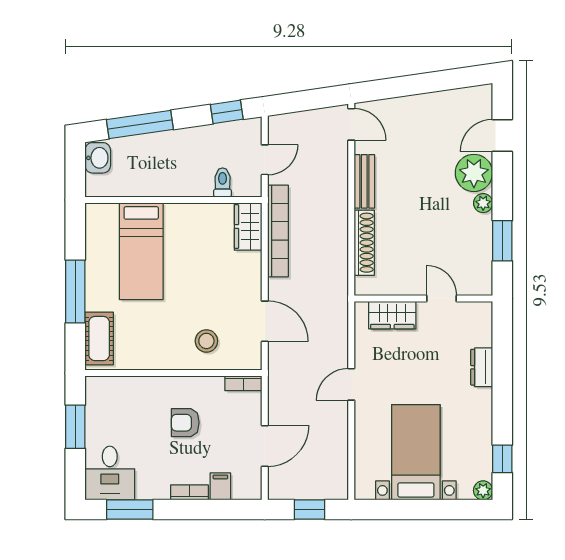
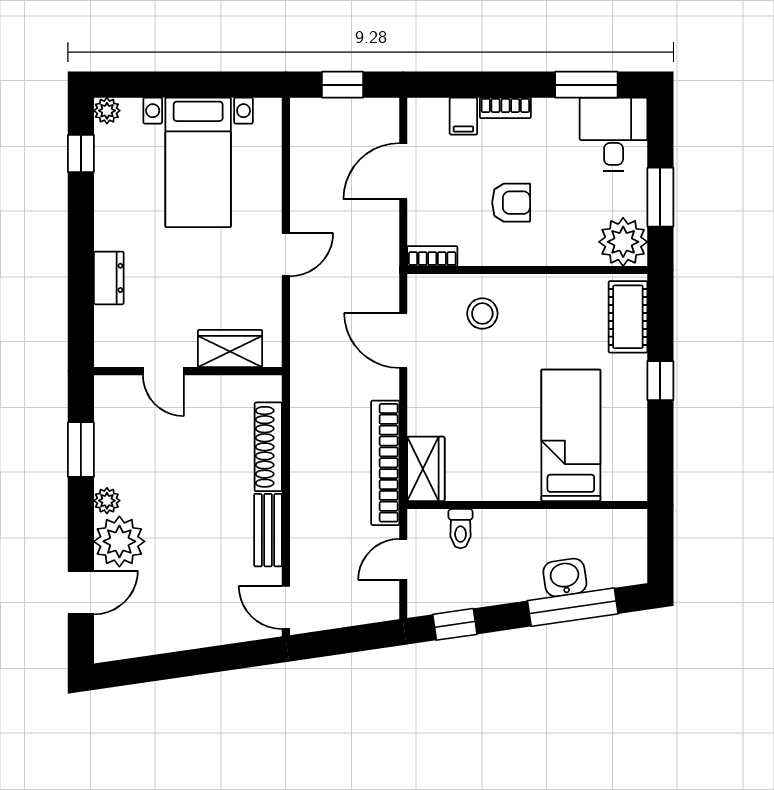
washbasin: (98, 158) -> (565, 578), moved, turned 82
window: (75, 292) -> (660, 381), width x0.46
plant: (103, 394) -> (623, 242), added

